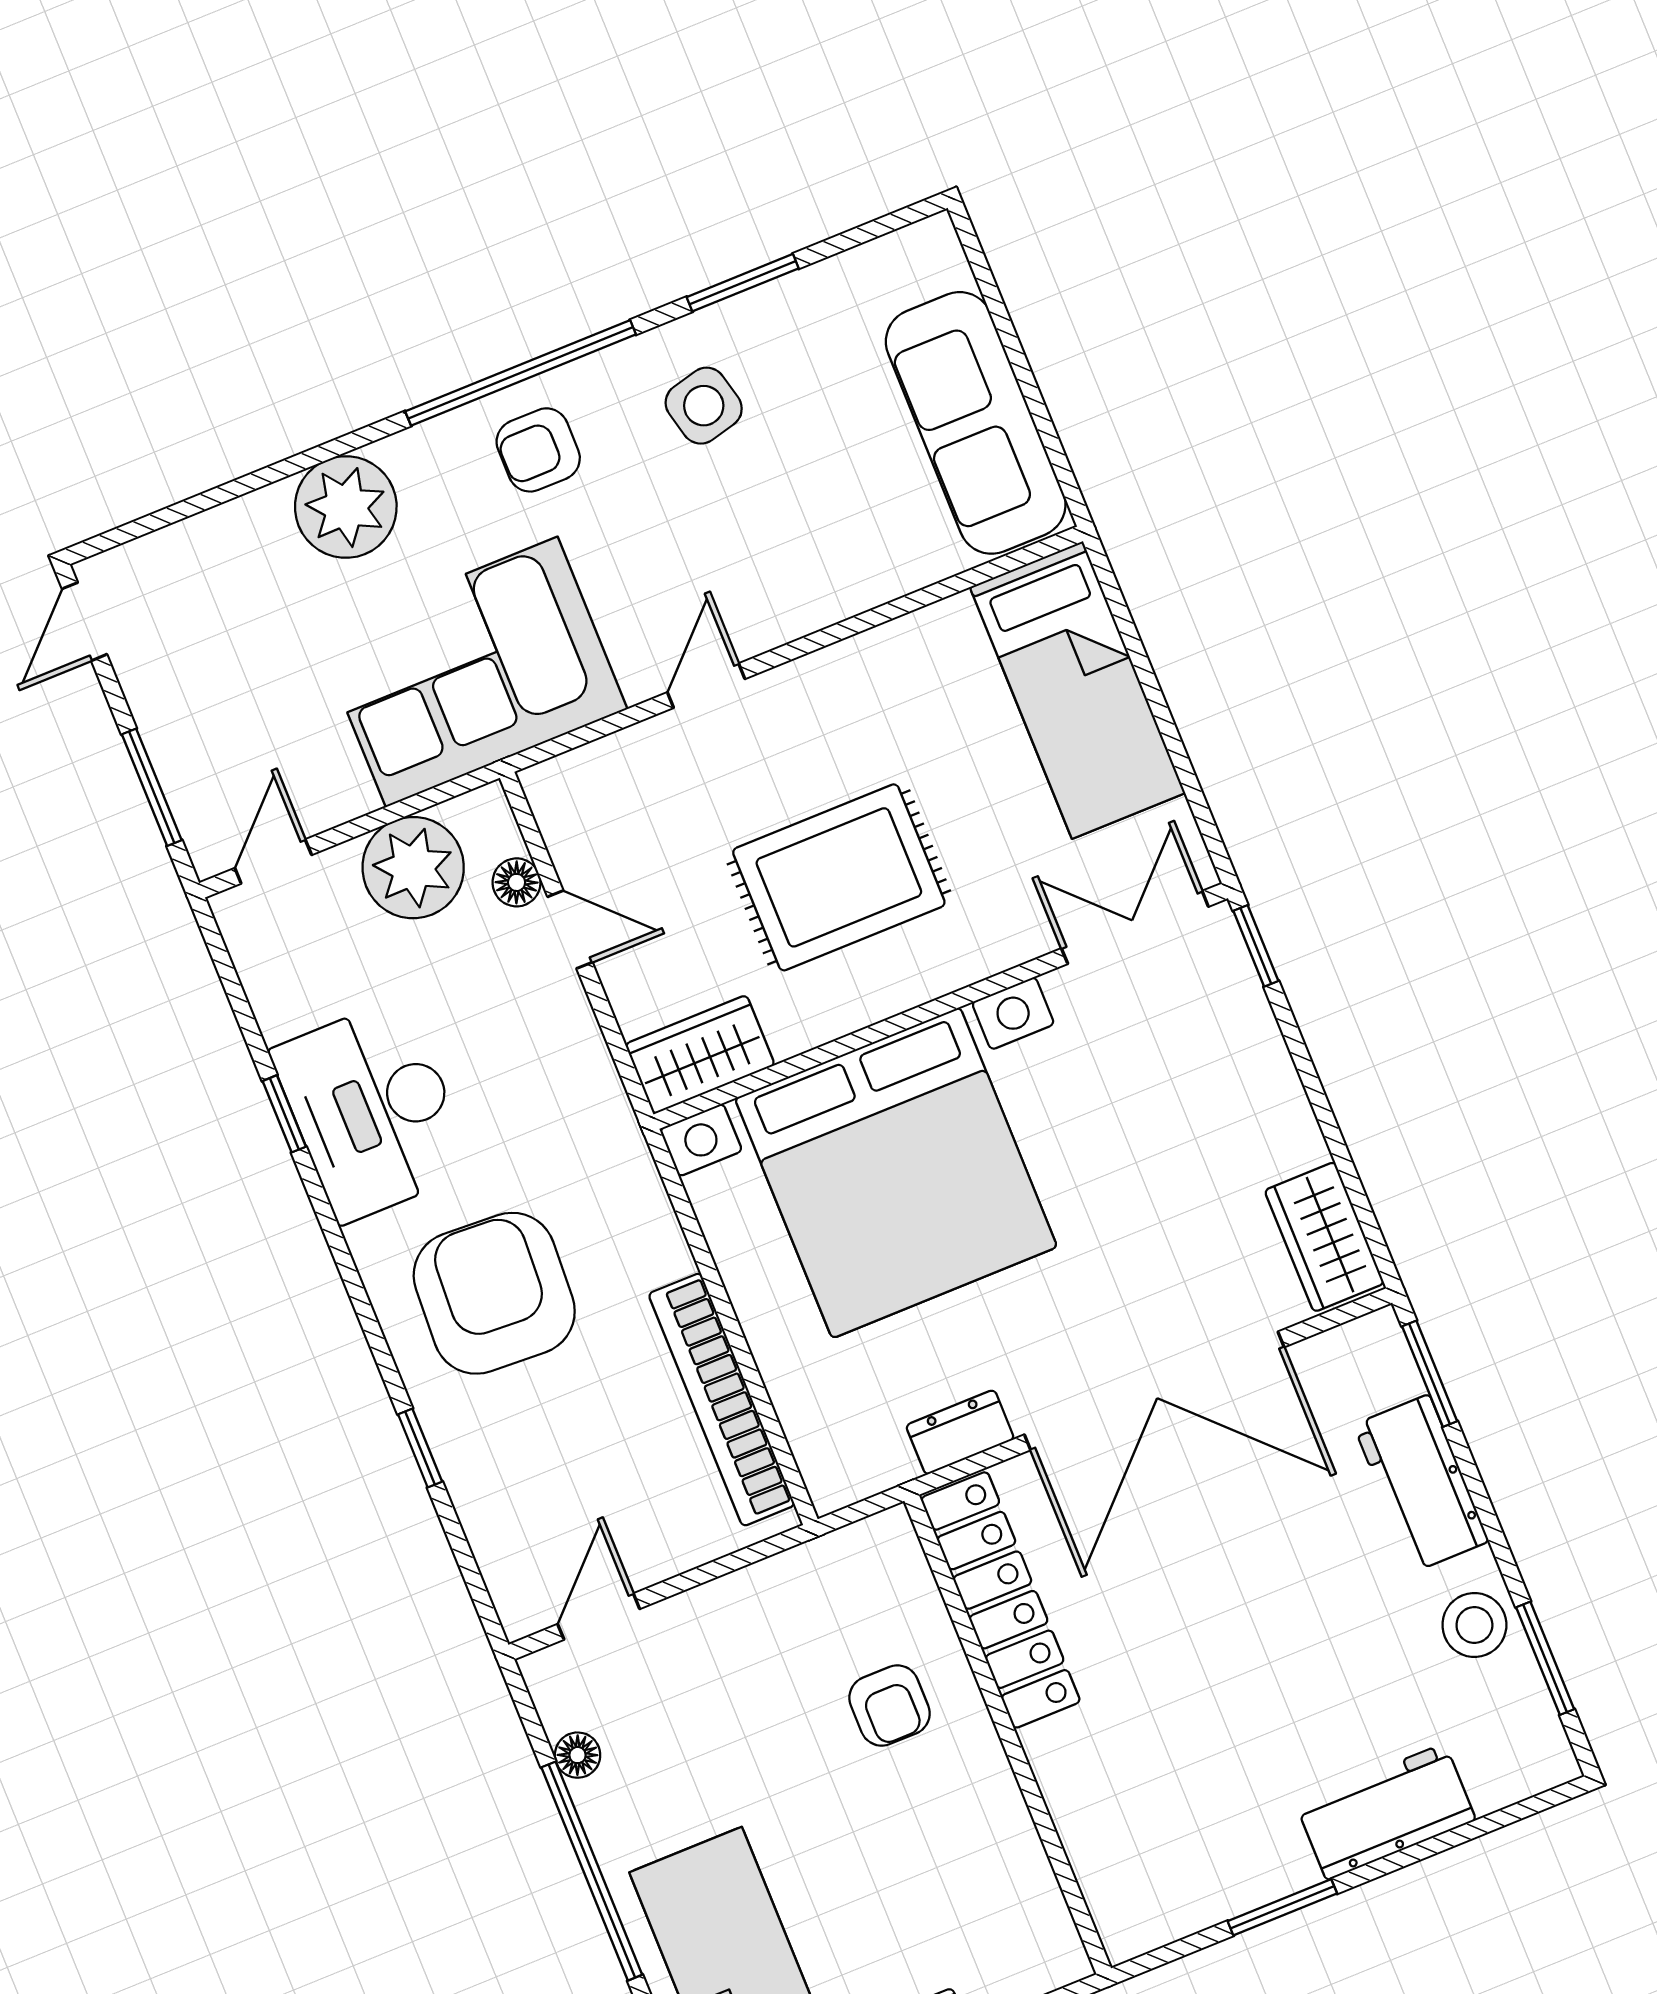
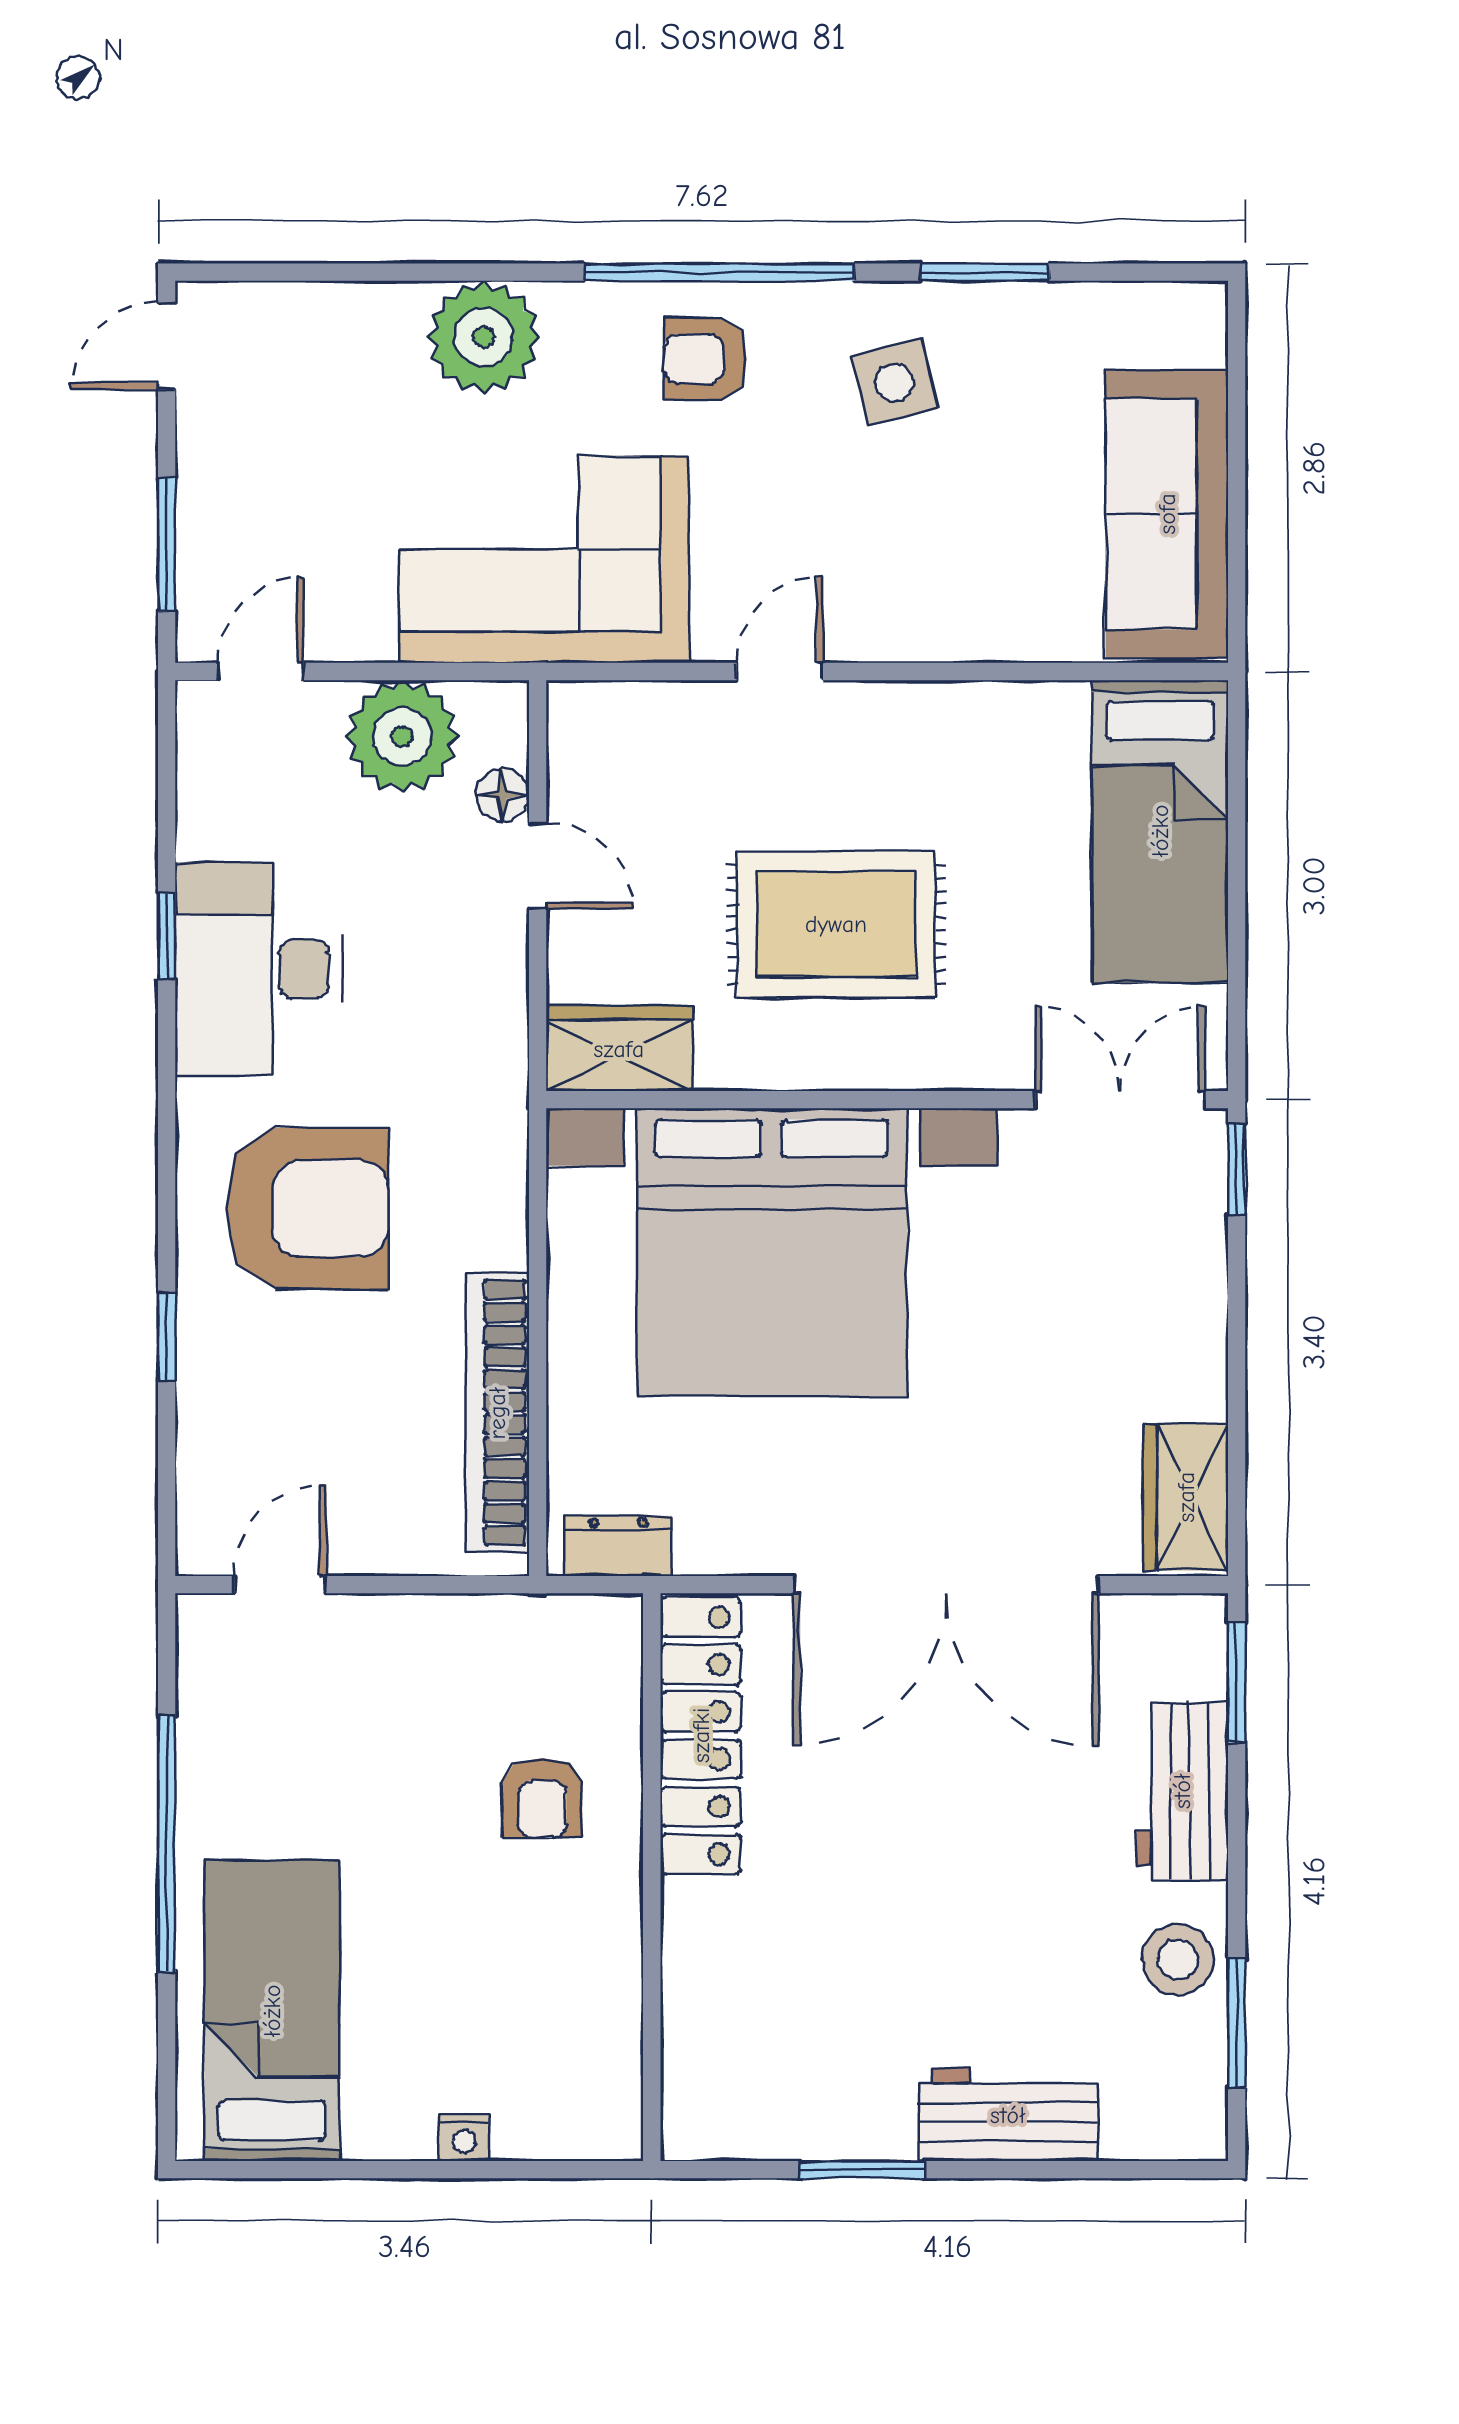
armchair: (494, 1293) -> (308, 1208), turned 87
dresser: (960, 1432) -> (618, 1546), moved
floor lamp: (578, 1755) -> (200, 1718), removed

